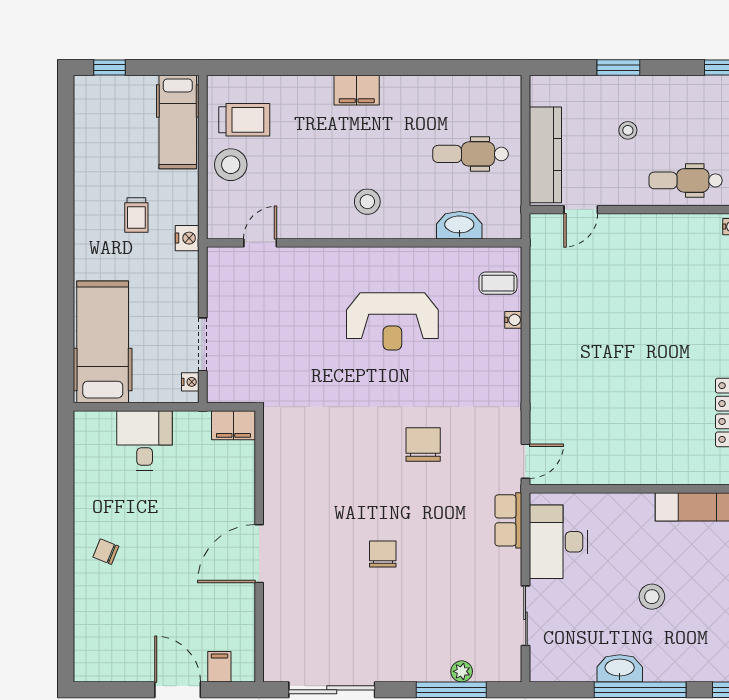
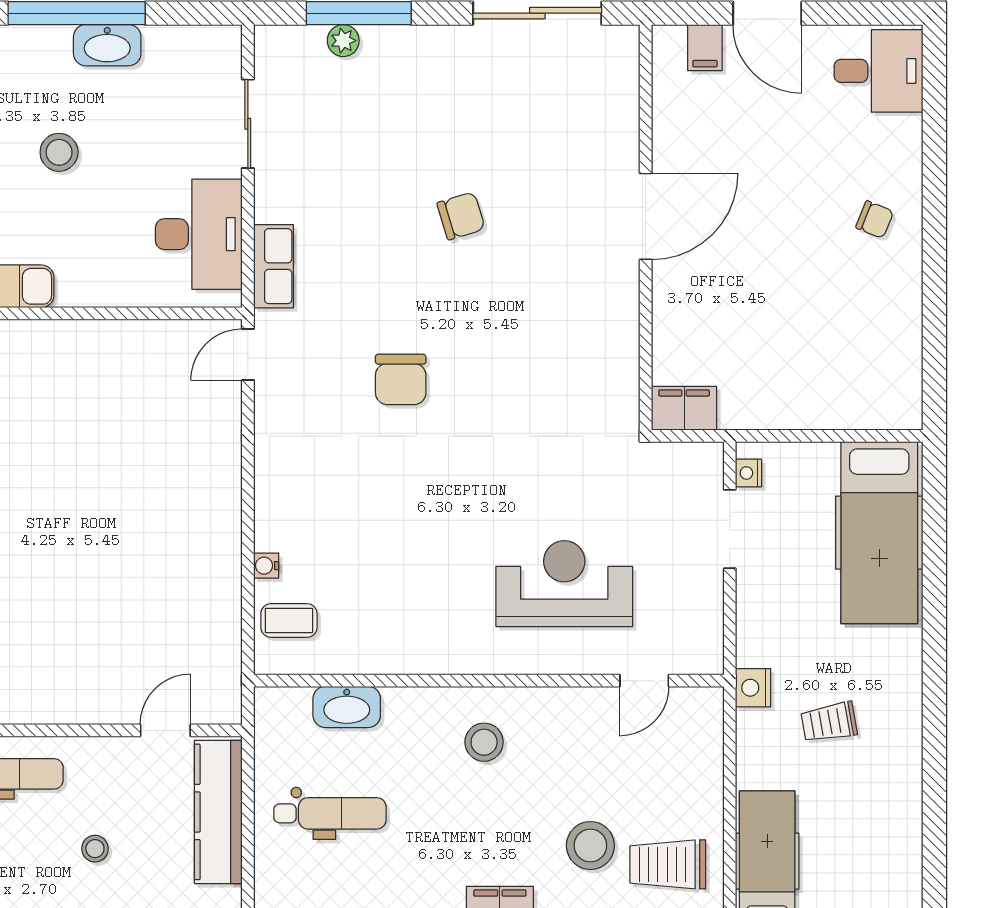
stool: (231, 165) -> (590, 846), moved
trolley: (136, 215) -> (829, 722), turned -100
reception desk: (392, 321) -> (564, 584), moved
desk: (145, 440) -> (878, 71), moved, turned -90
chair: (383, 554) -> (461, 216), turned -107

